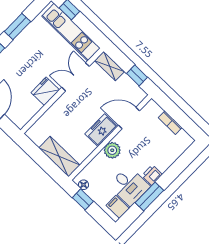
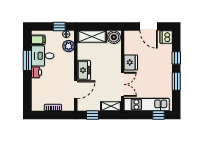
boiler: (38, 134) -> (114, 37), added
plant: (112, 150) -> (69, 46), moved

